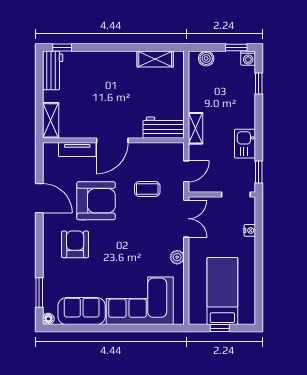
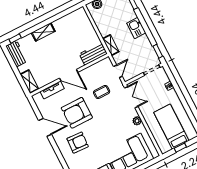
shelving: (155, 59) -> (43, 32), moved
door: (112, 140) -> (69, 75), hinge flipped
kitchen sink: (245, 144) -> (136, 28), moved
armchair: (96, 201) -> (77, 113), turned 180
armchair: (75, 244) -> (78, 143), turned 93

